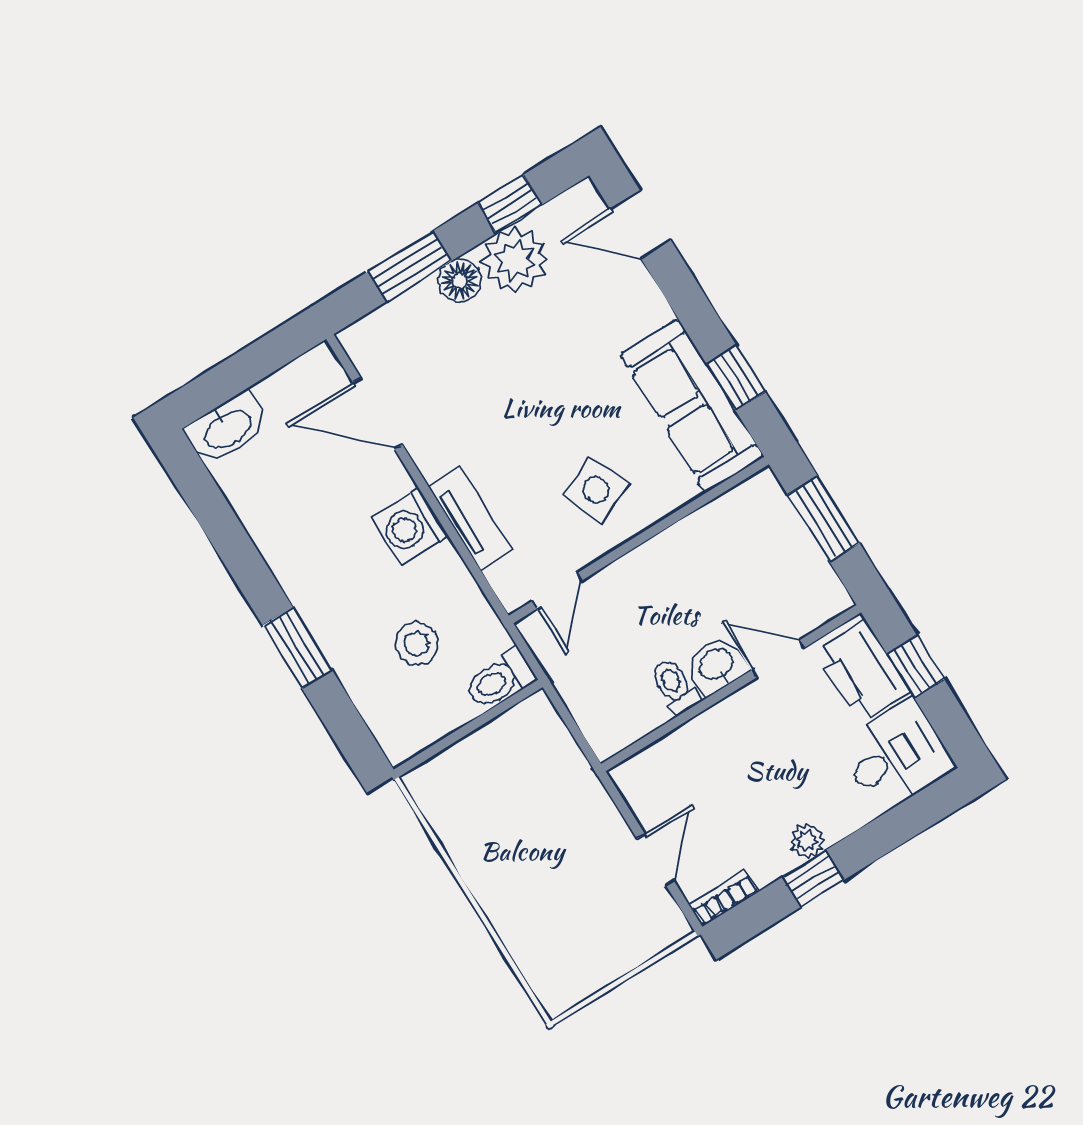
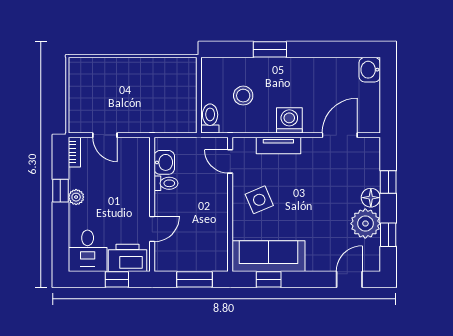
window: (410, 266) -> (388, 182), width x0.67
washbasin: (227, 428) -> (370, 70), width x0.72
washbasin: (716, 665) -> (164, 162), moved

